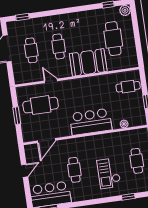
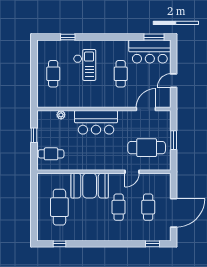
plant: (125, 10) -> (43, 235), removed
door: (51, 81) -> (132, 172), hinge flipped

